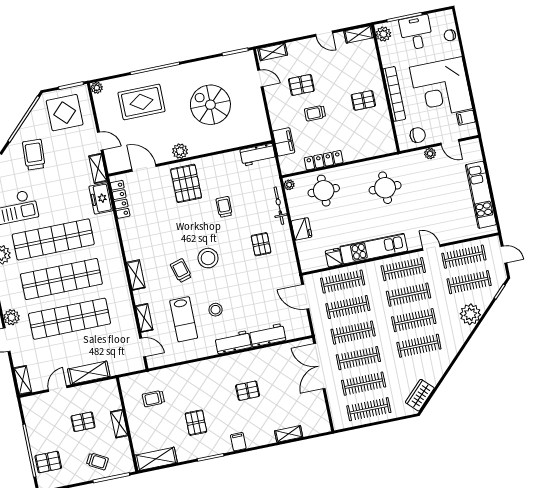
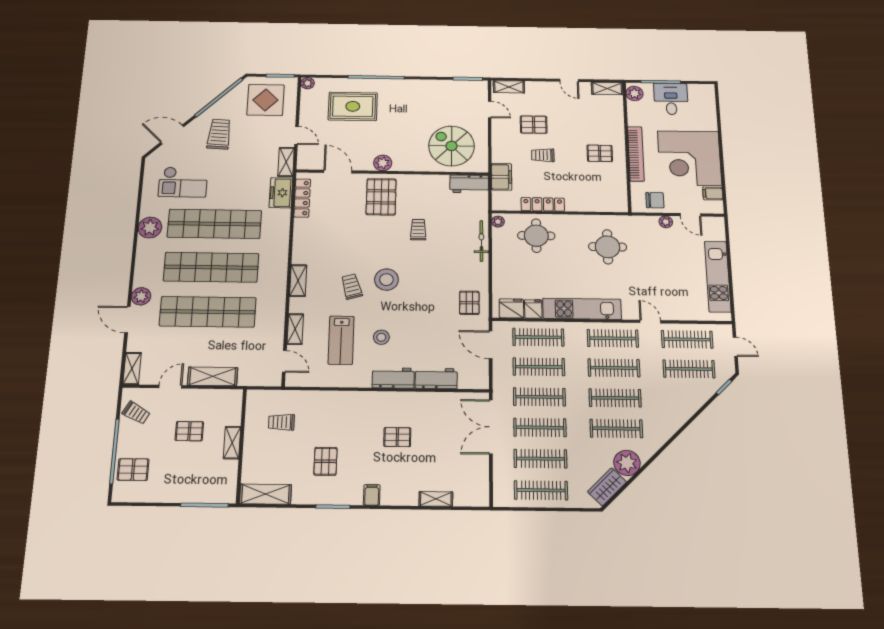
chair: (450, 35) -> (708, 109), removed
spiral stairs: (210, 105) -> (451, 146), moved
fridge: (302, 229) -> (511, 308), moved, turned -90
pallet: (261, 244) -> (469, 303), moved
plant: (470, 314) -> (627, 463), moved
trolley: (97, 461) -> (136, 413), moved

